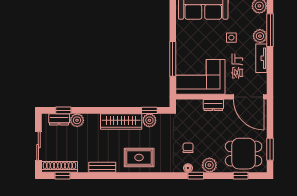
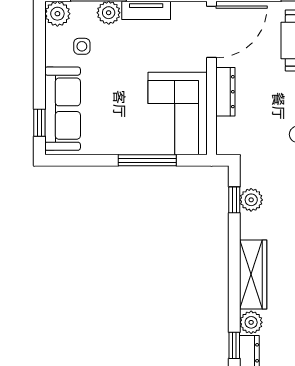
side table: (231, 38) -> (82, 46), moved
dresser: (213, 105) -> (225, 92), width x1.44
wardrobe: (121, 121) -> (253, 275), moved

